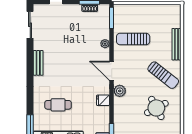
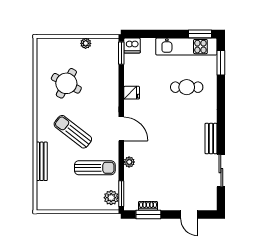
sliding door: (30, 25) -> (221, 171), moved
sun lounger: (163, 75) -> (73, 132), moved
plant: (120, 91) -> (111, 198), moved
round table: (156, 108) -> (66, 83), turned -34

